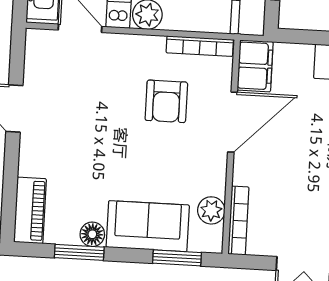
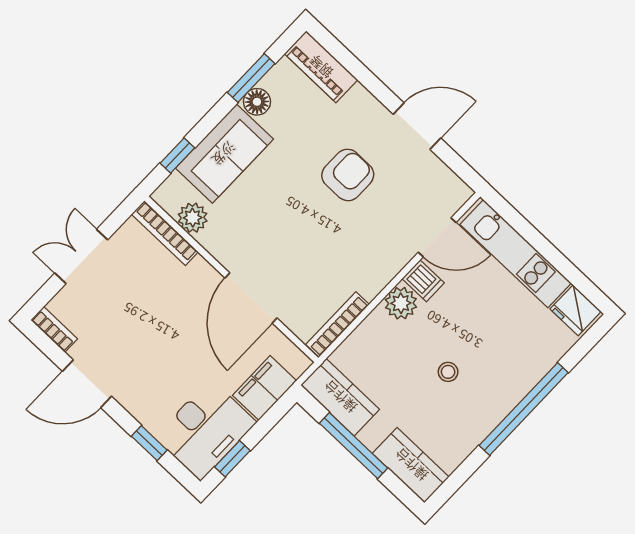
filing cabinet: (255, 66) -> (265, 388), moved, turned 90
armchair: (166, 101) -> (348, 175), moved, turned 90
window: (177, 258) -> (177, 155), width x0.67

